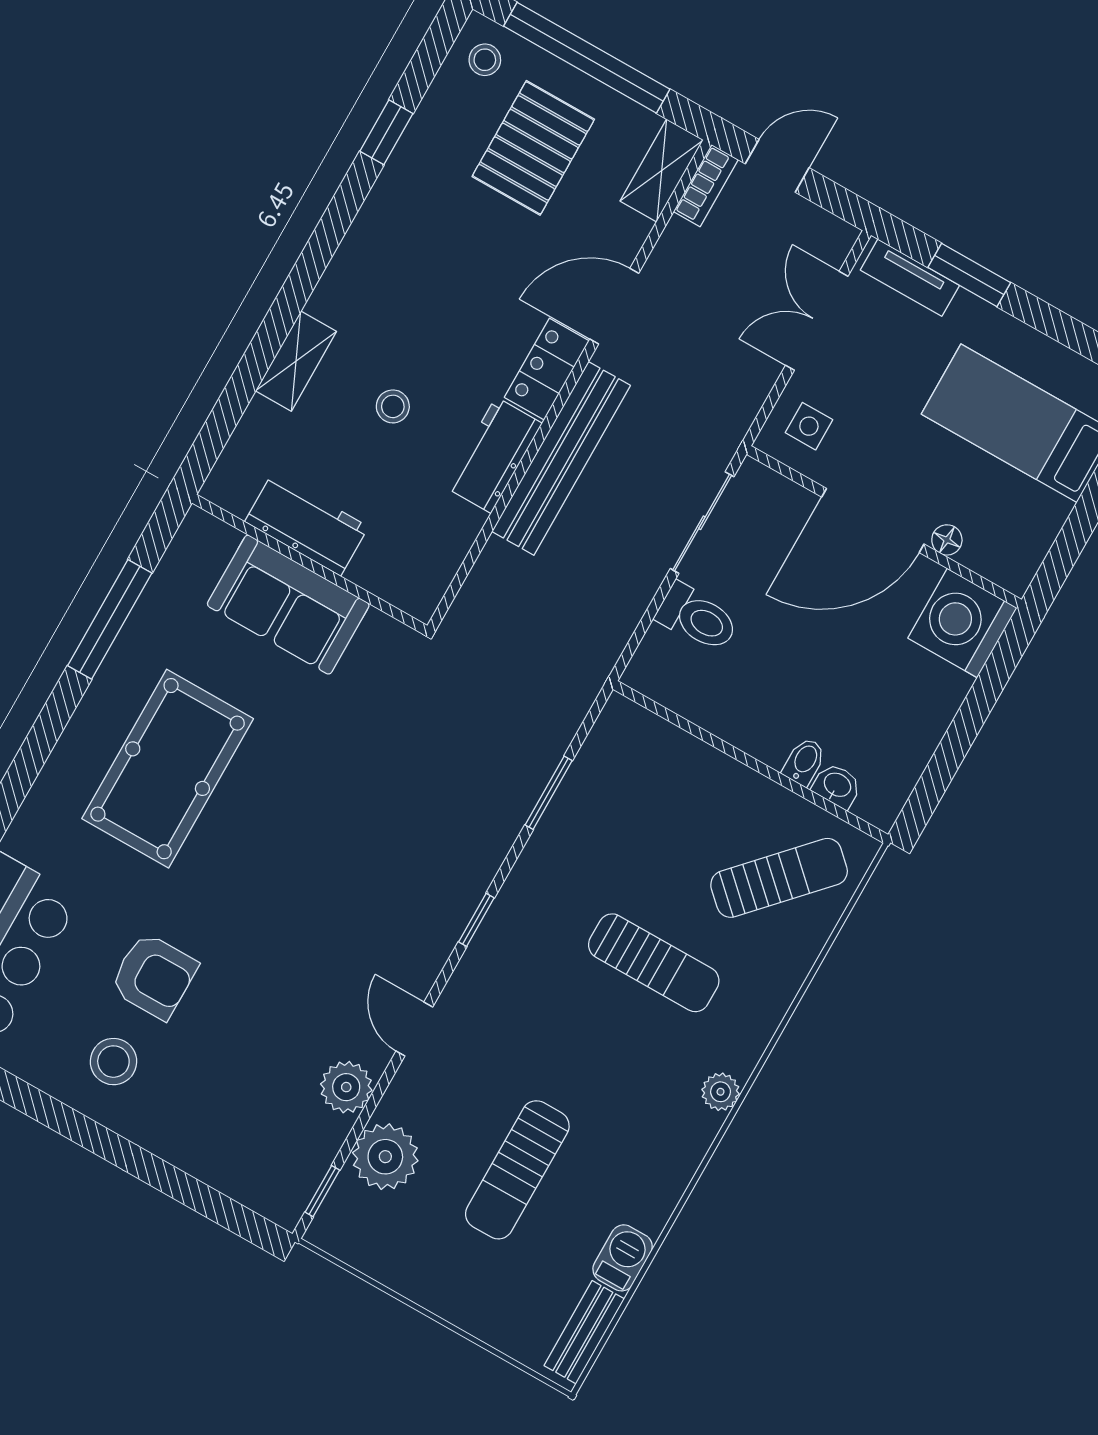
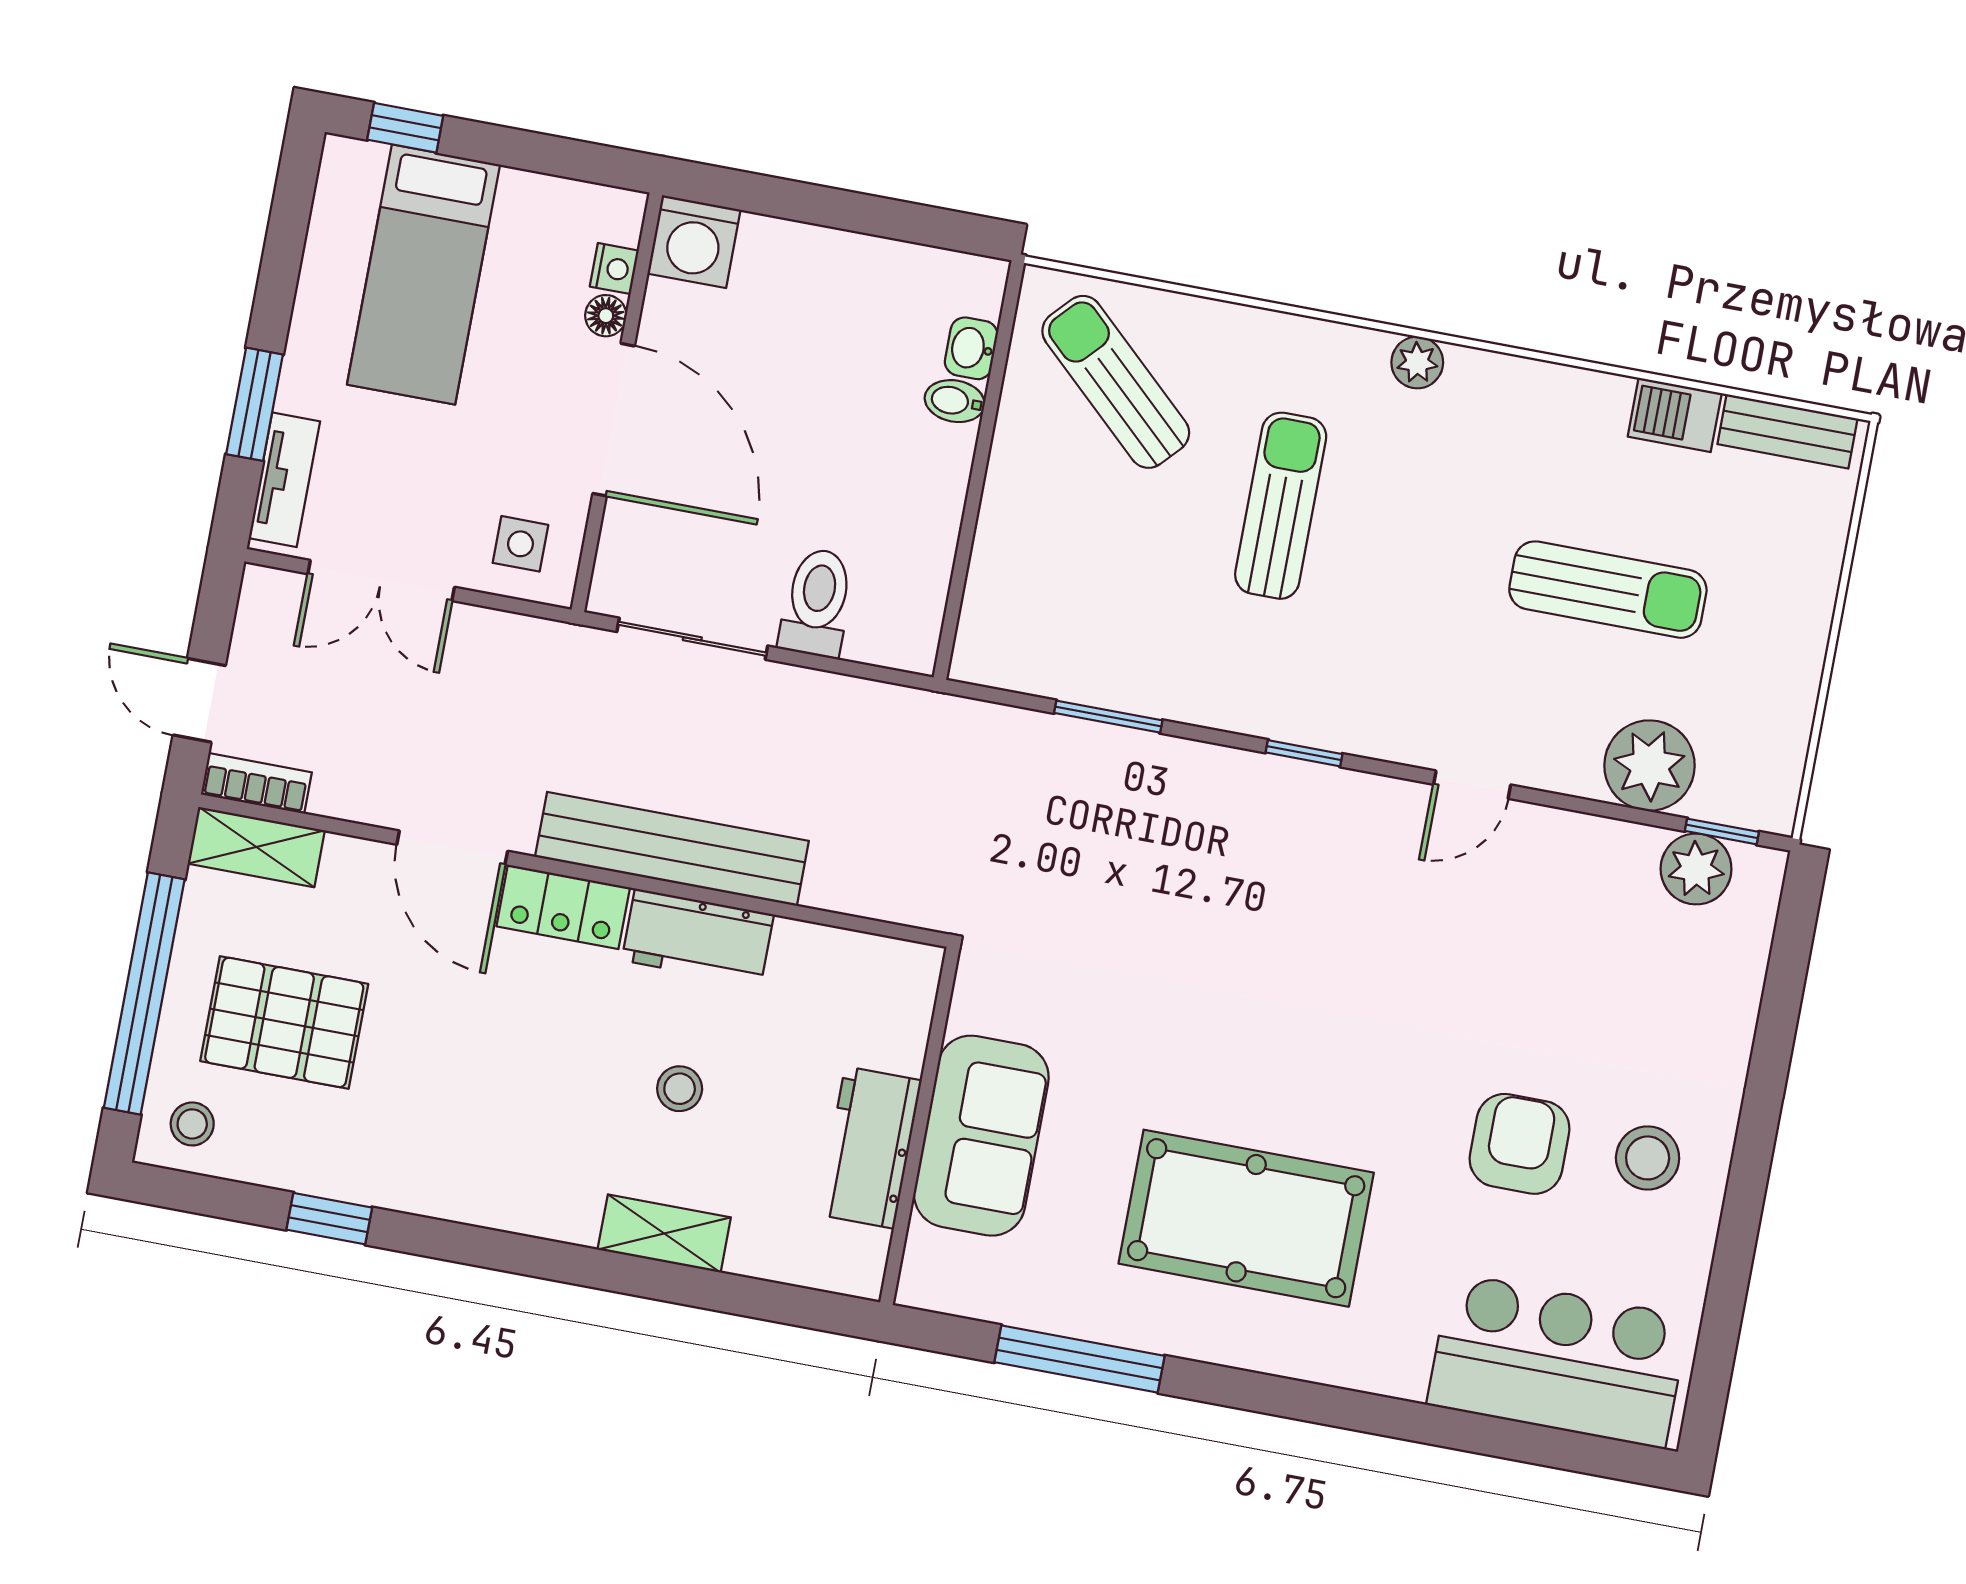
nightstand: (978, 557) -> (614, 269), added
washing machine: (962, 623) -> (694, 242), width x0.73, depth x0.73
plant: (346, 1087) -> (1696, 869), moved

